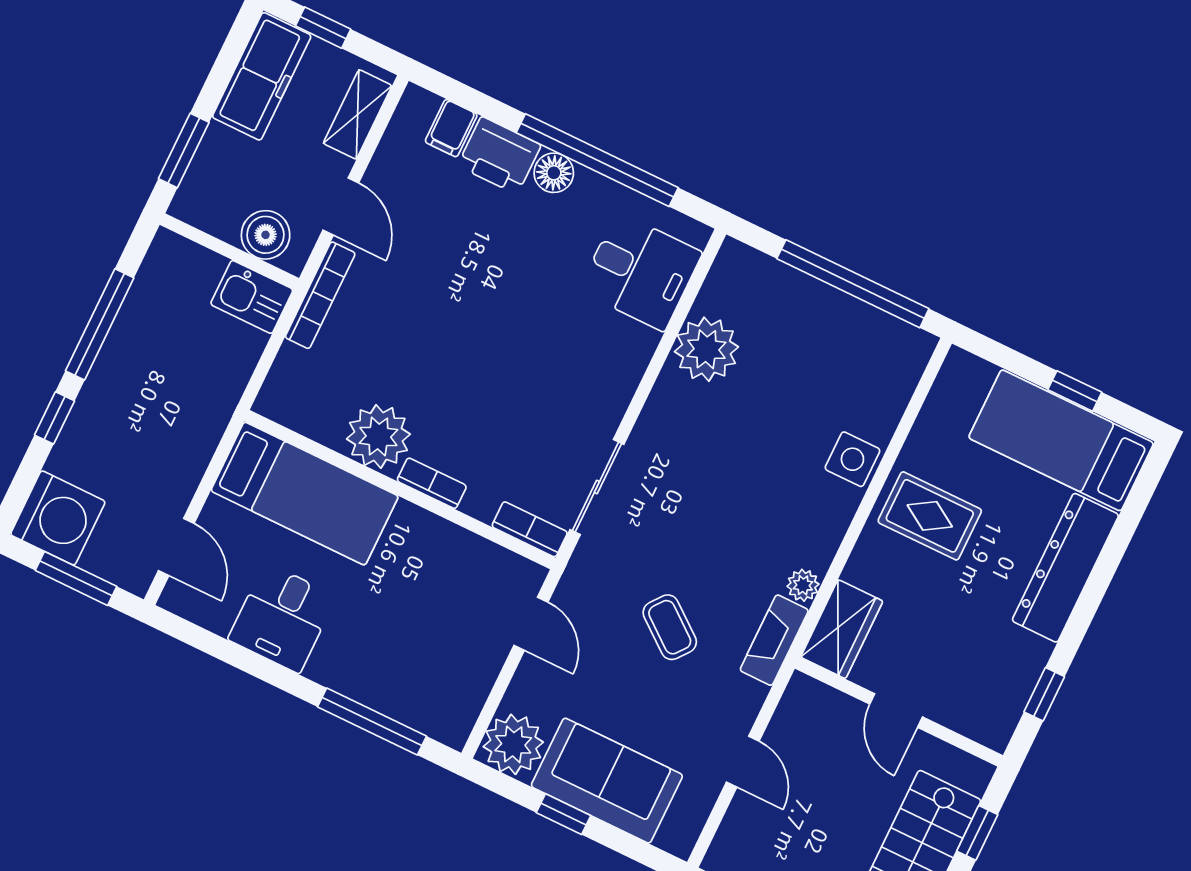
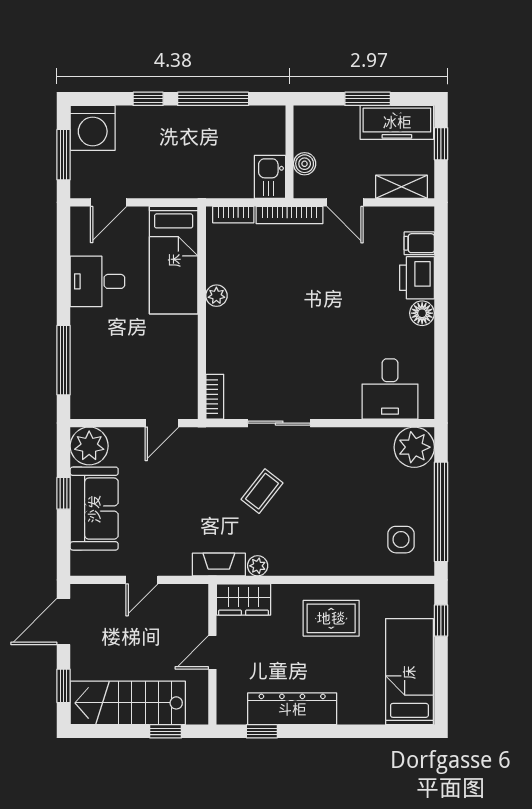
window: (184, 151) -> (368, 99), moved
window: (597, 160) -> (441, 334), removed
door: (341, 207) -> (345, 202), hinge flipped
boiler: (266, 235) -> (305, 164), width x0.73, depth x0.73
plant: (706, 349) -> (414, 447), moved
window: (1075, 391) -> (441, 620), moved
plant: (378, 436) -> (216, 296), width x0.53, depth x0.53
side table: (852, 459) -> (401, 540), moved
bookcase: (432, 483) -> (233, 215), moved, turned 90
sliding door: (597, 487) -> (279, 423), moved
rug: (930, 516) -> (331, 618), turned 90
dresser: (1065, 568) -> (292, 709), moved
coffee table: (670, 627) -> (262, 491), moved

